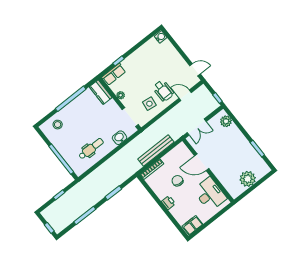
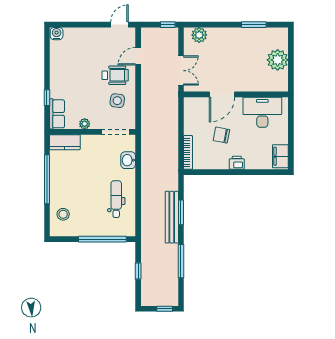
bench: (156, 150) -> (172, 217), moved

